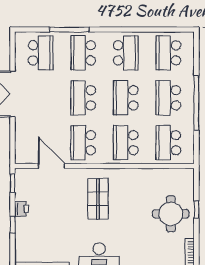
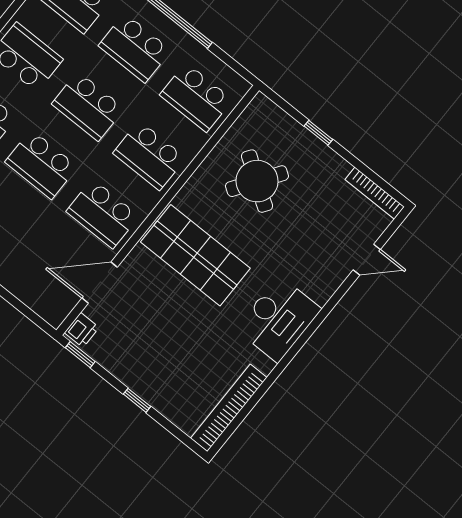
shop shelf: (98, 199) -> (195, 255), width x1.43, depth x1.36
printer: (22, 209) -> (82, 330), moved, turned 90
round table: (171, 214) -> (257, 181), moved, turned 34

